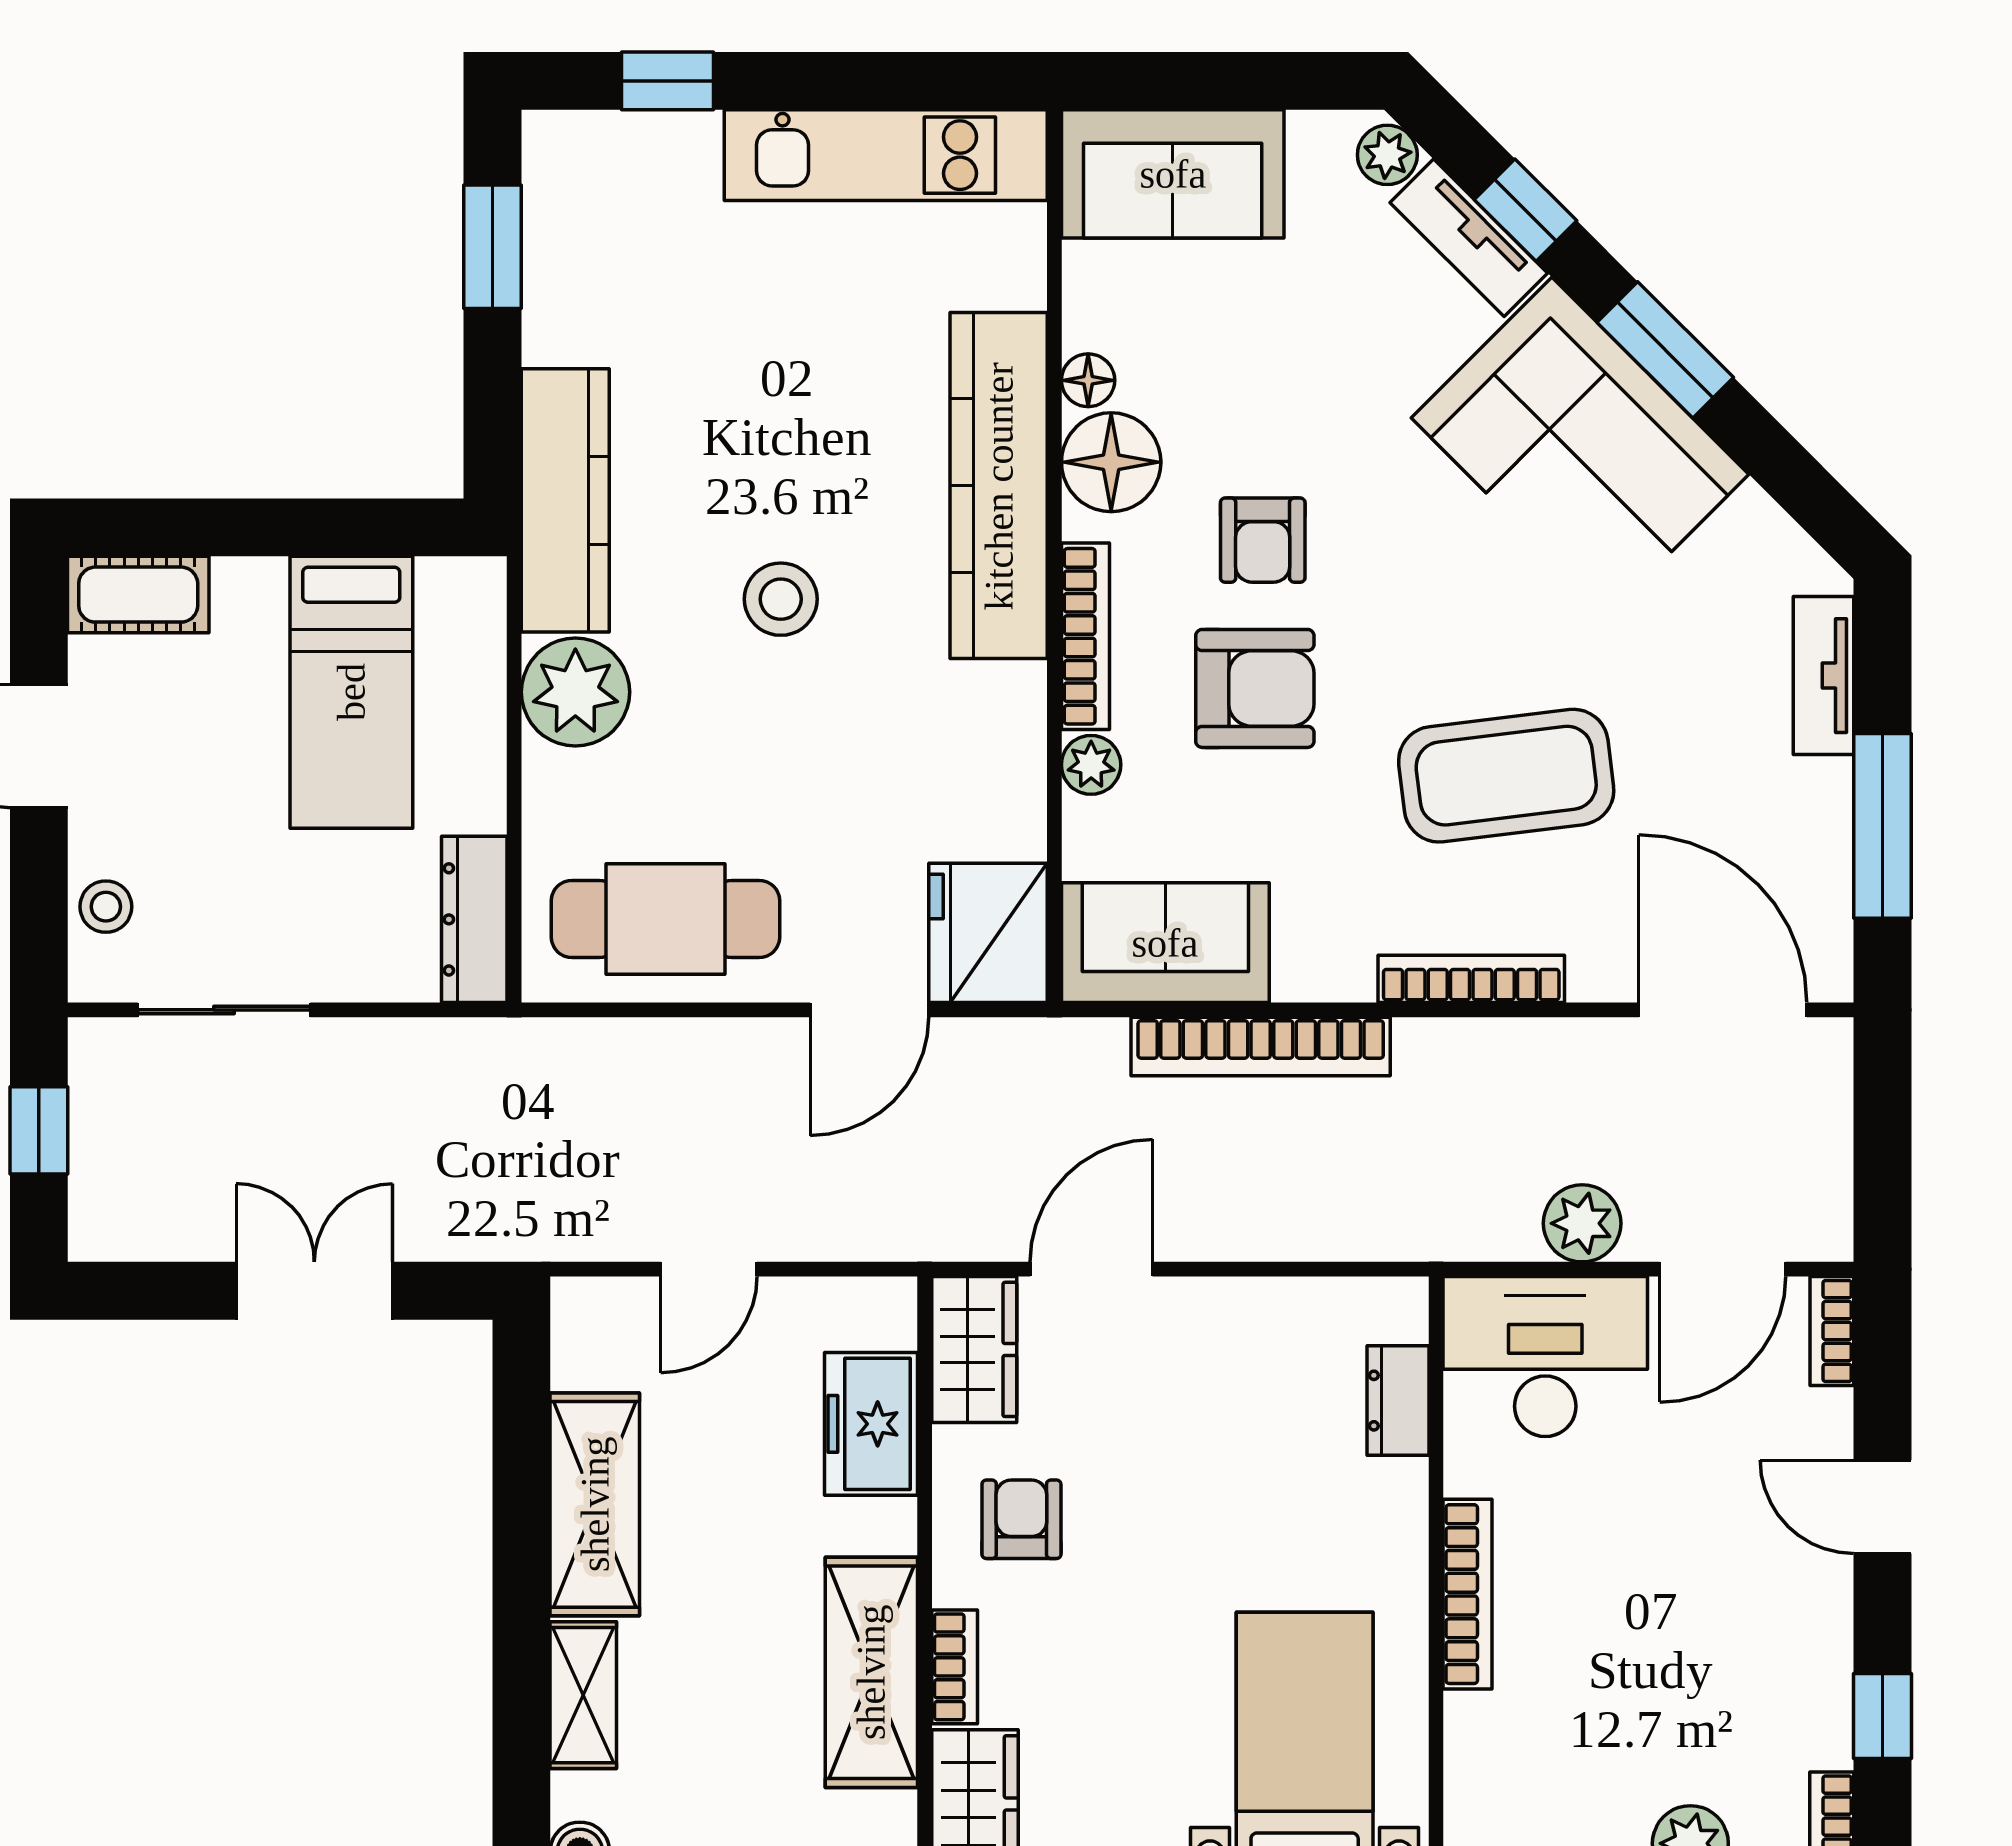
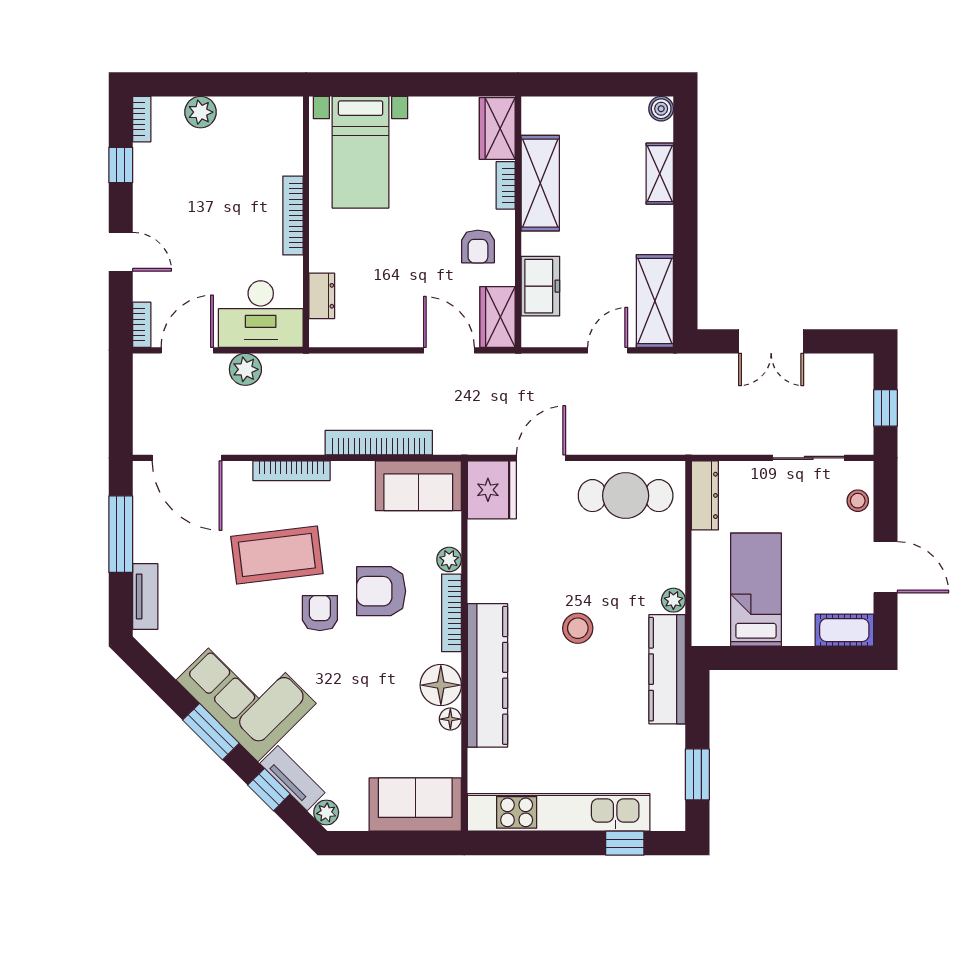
kitchen unit: (886, 155) -> (559, 812), width x1.36
armchair: (1263, 540) -> (320, 613), moved
plant: (575, 692) -> (673, 600), width x0.53, depth x0.53
door: (1091, 1269) -> (449, 350), swing flipped
shelving: (595, 1504) -> (655, 301), moved

